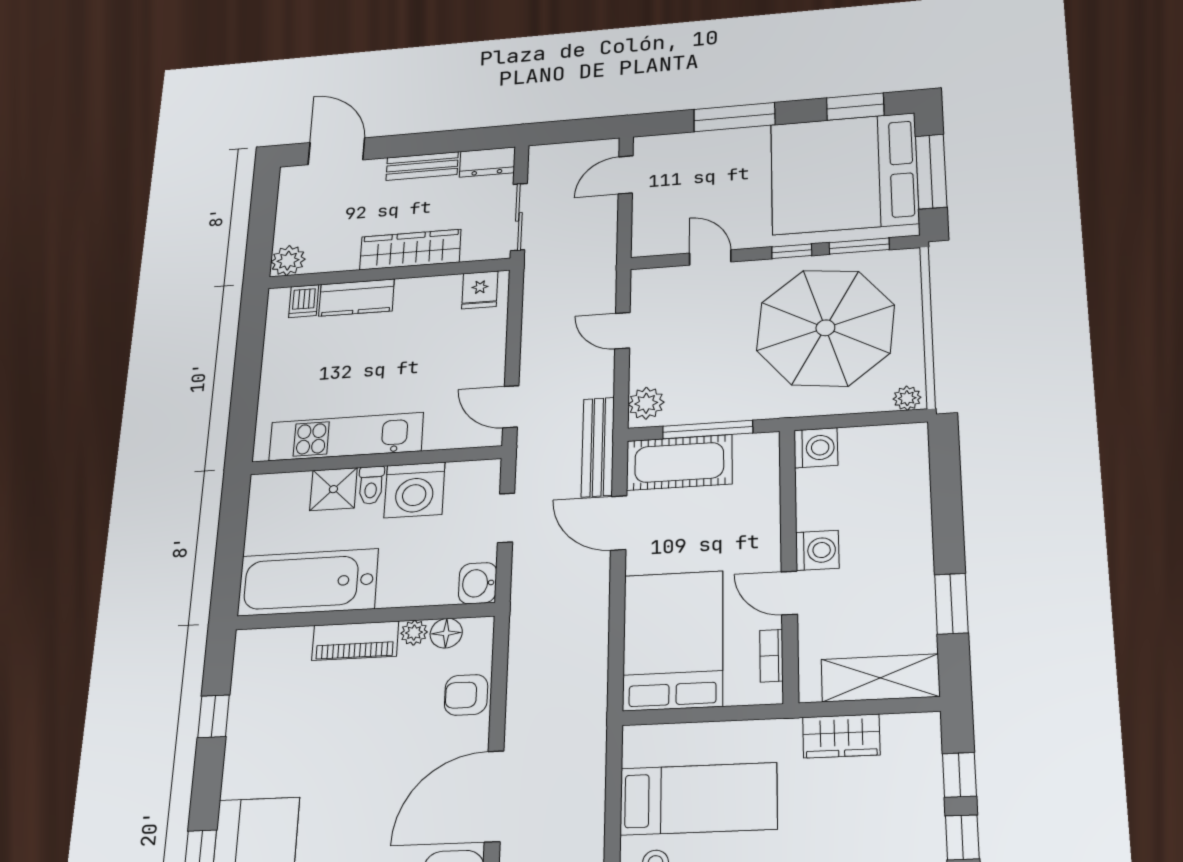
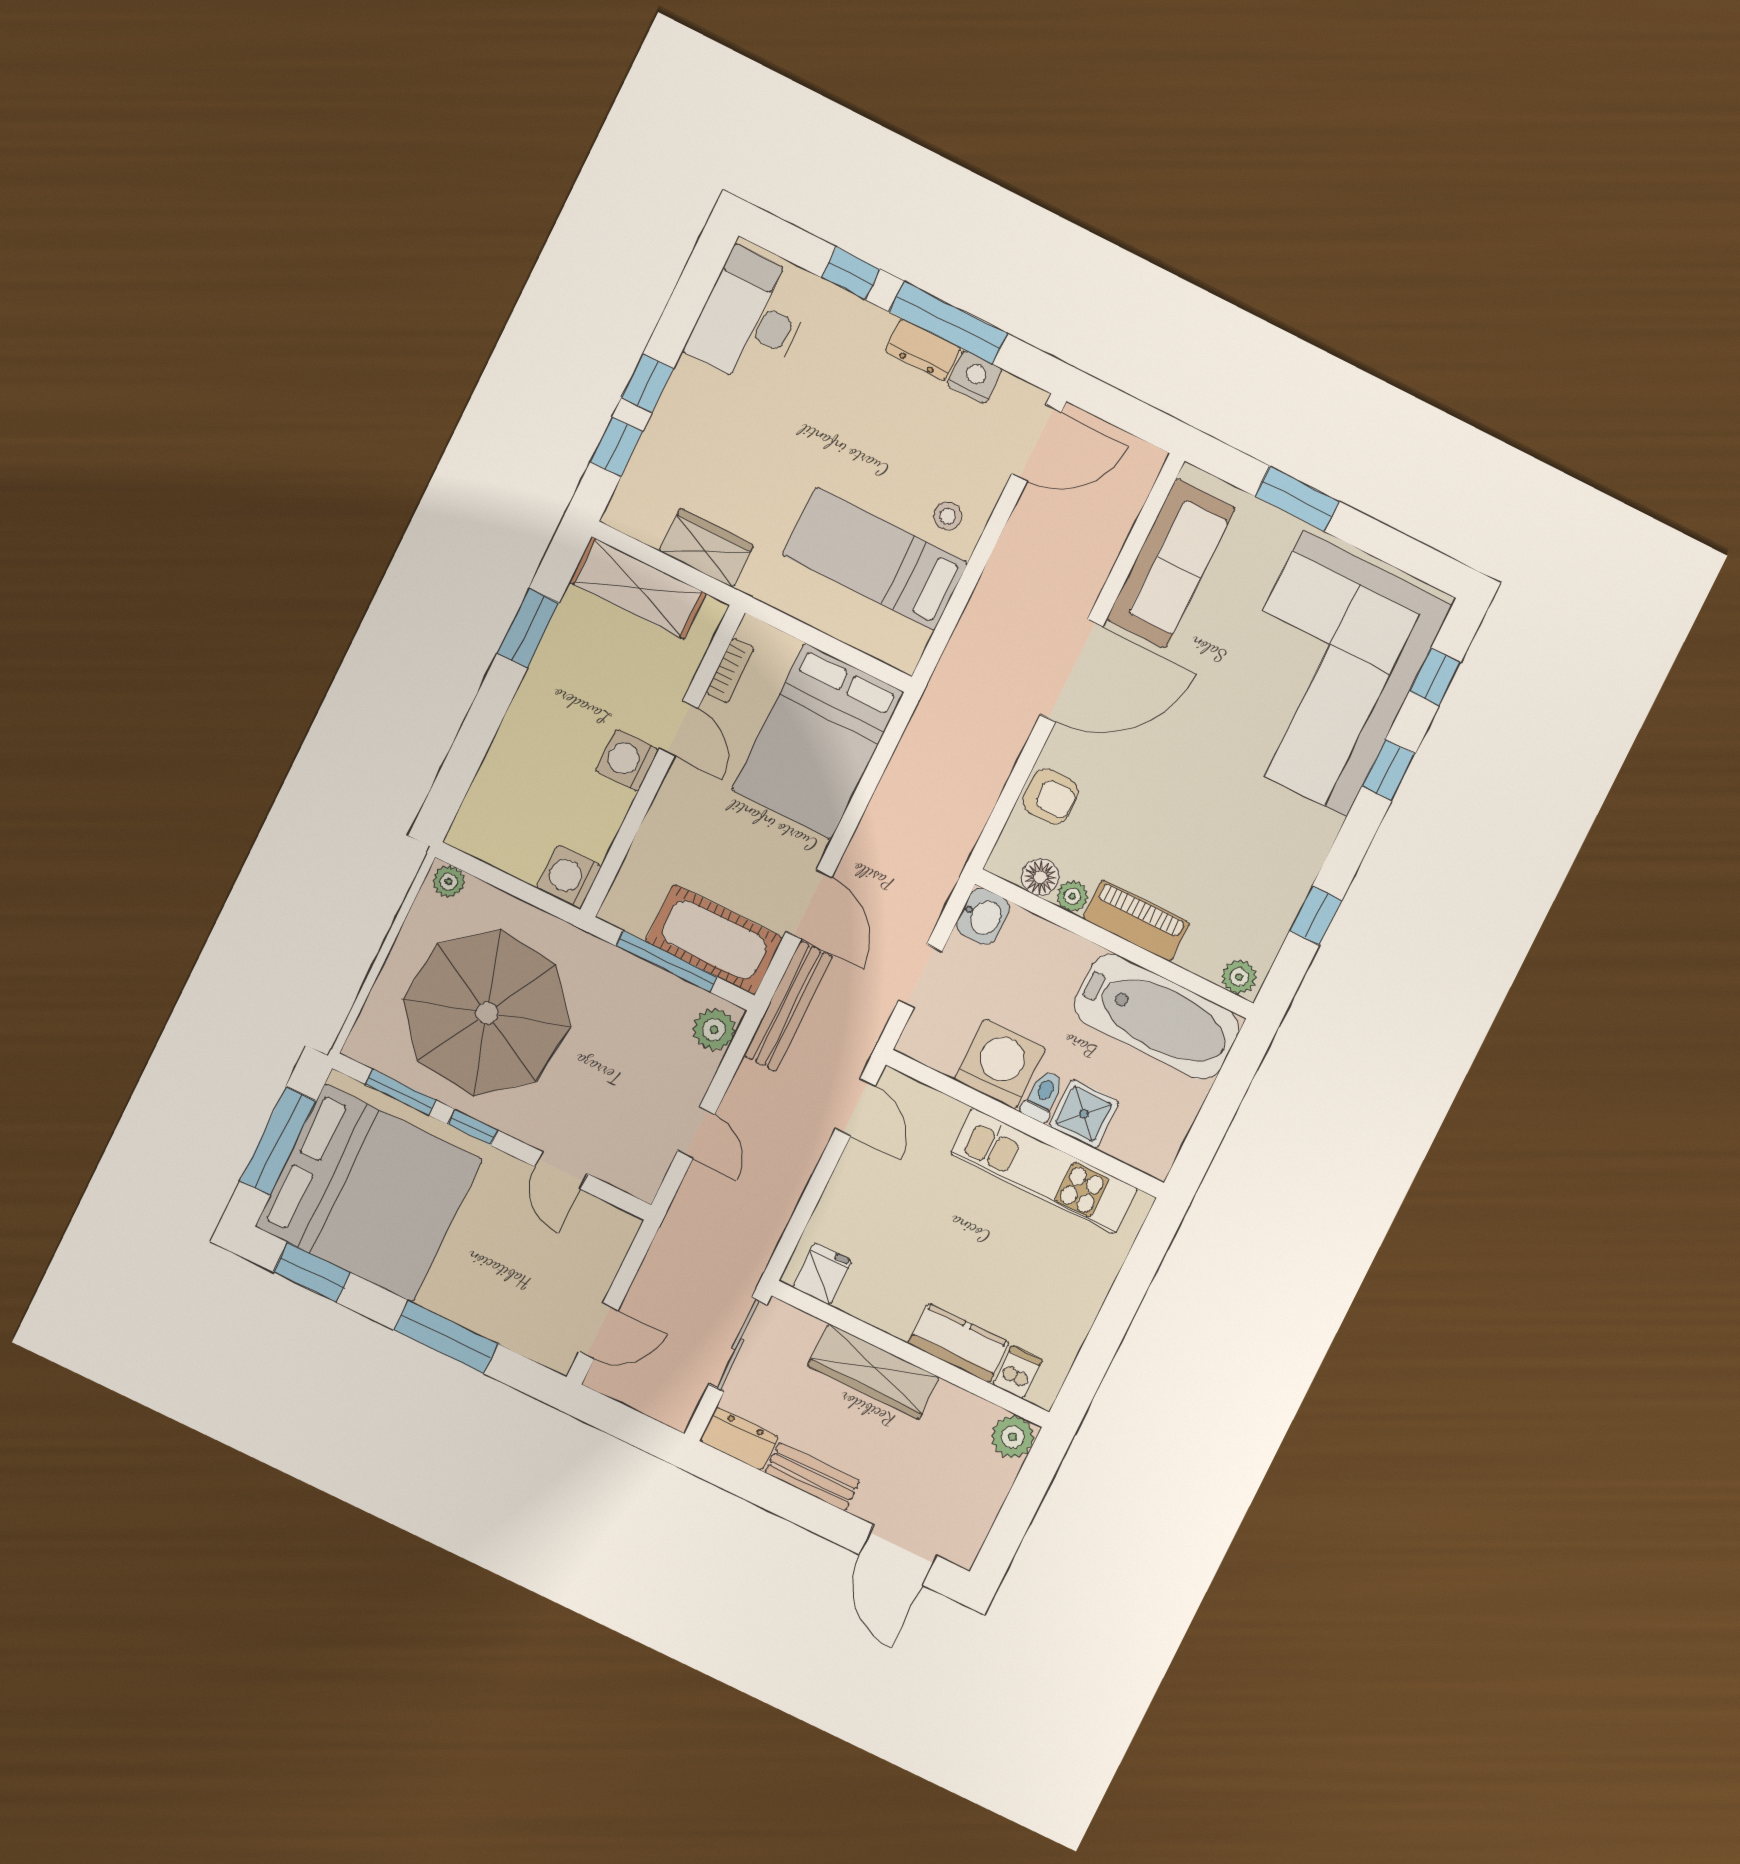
plant: (256, 642) -> (1239, 977), added

